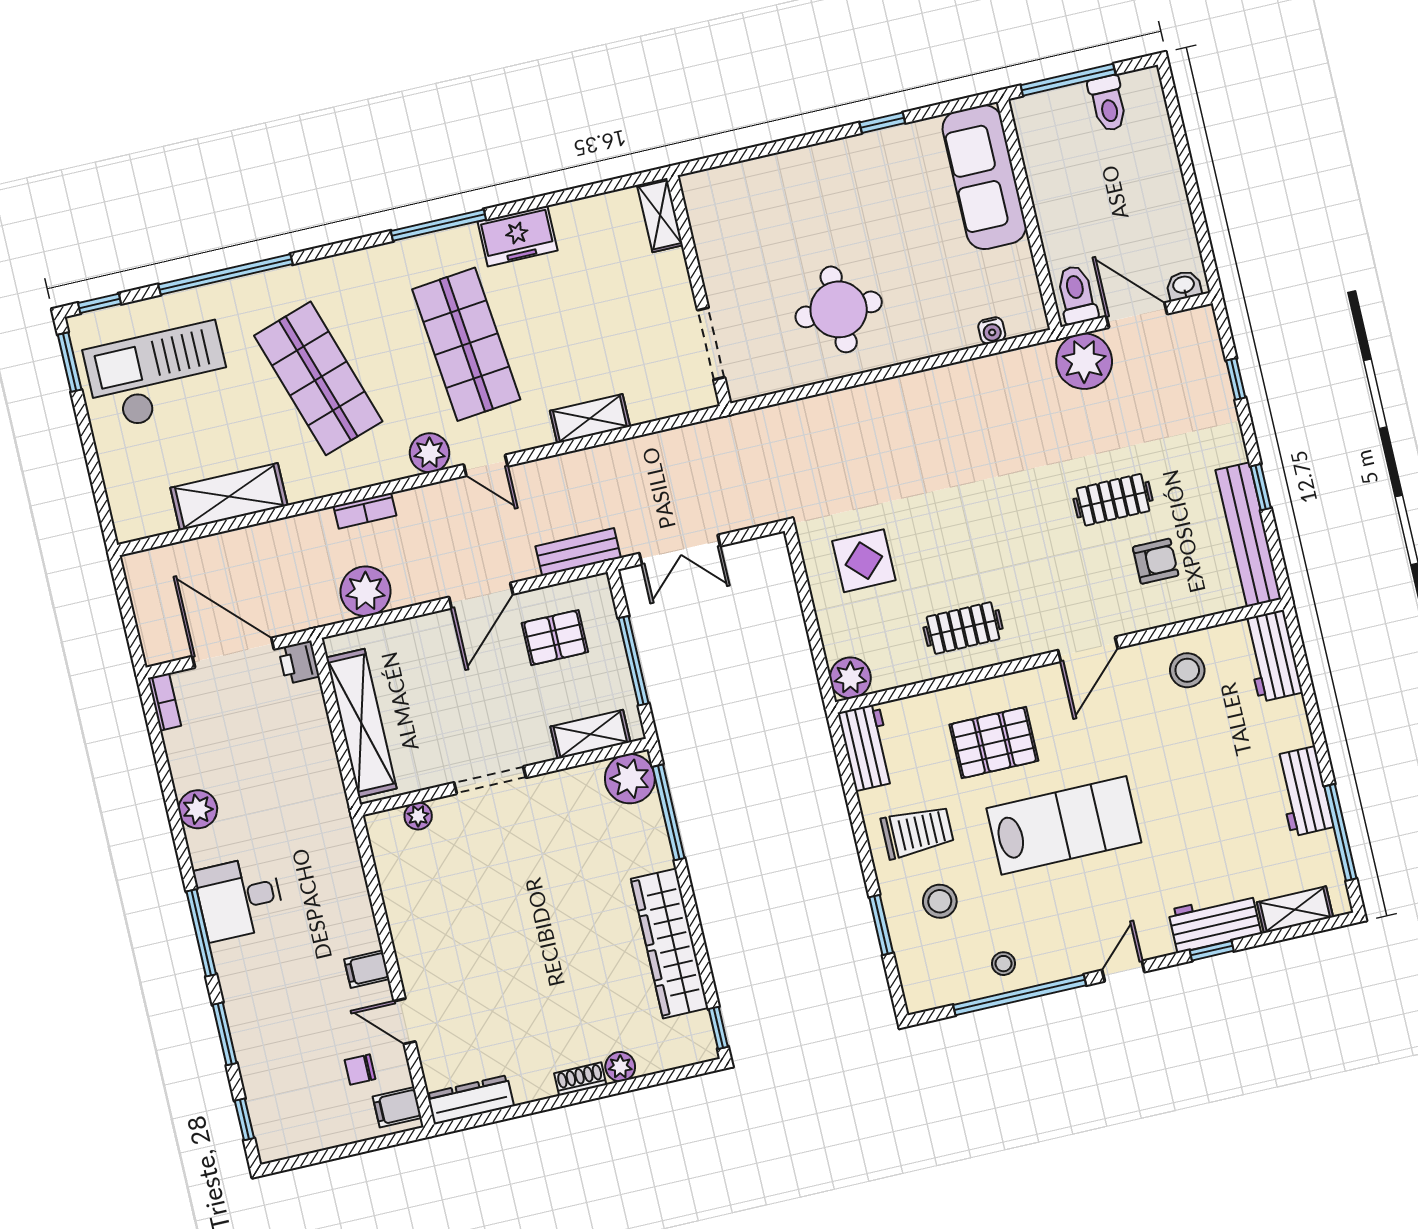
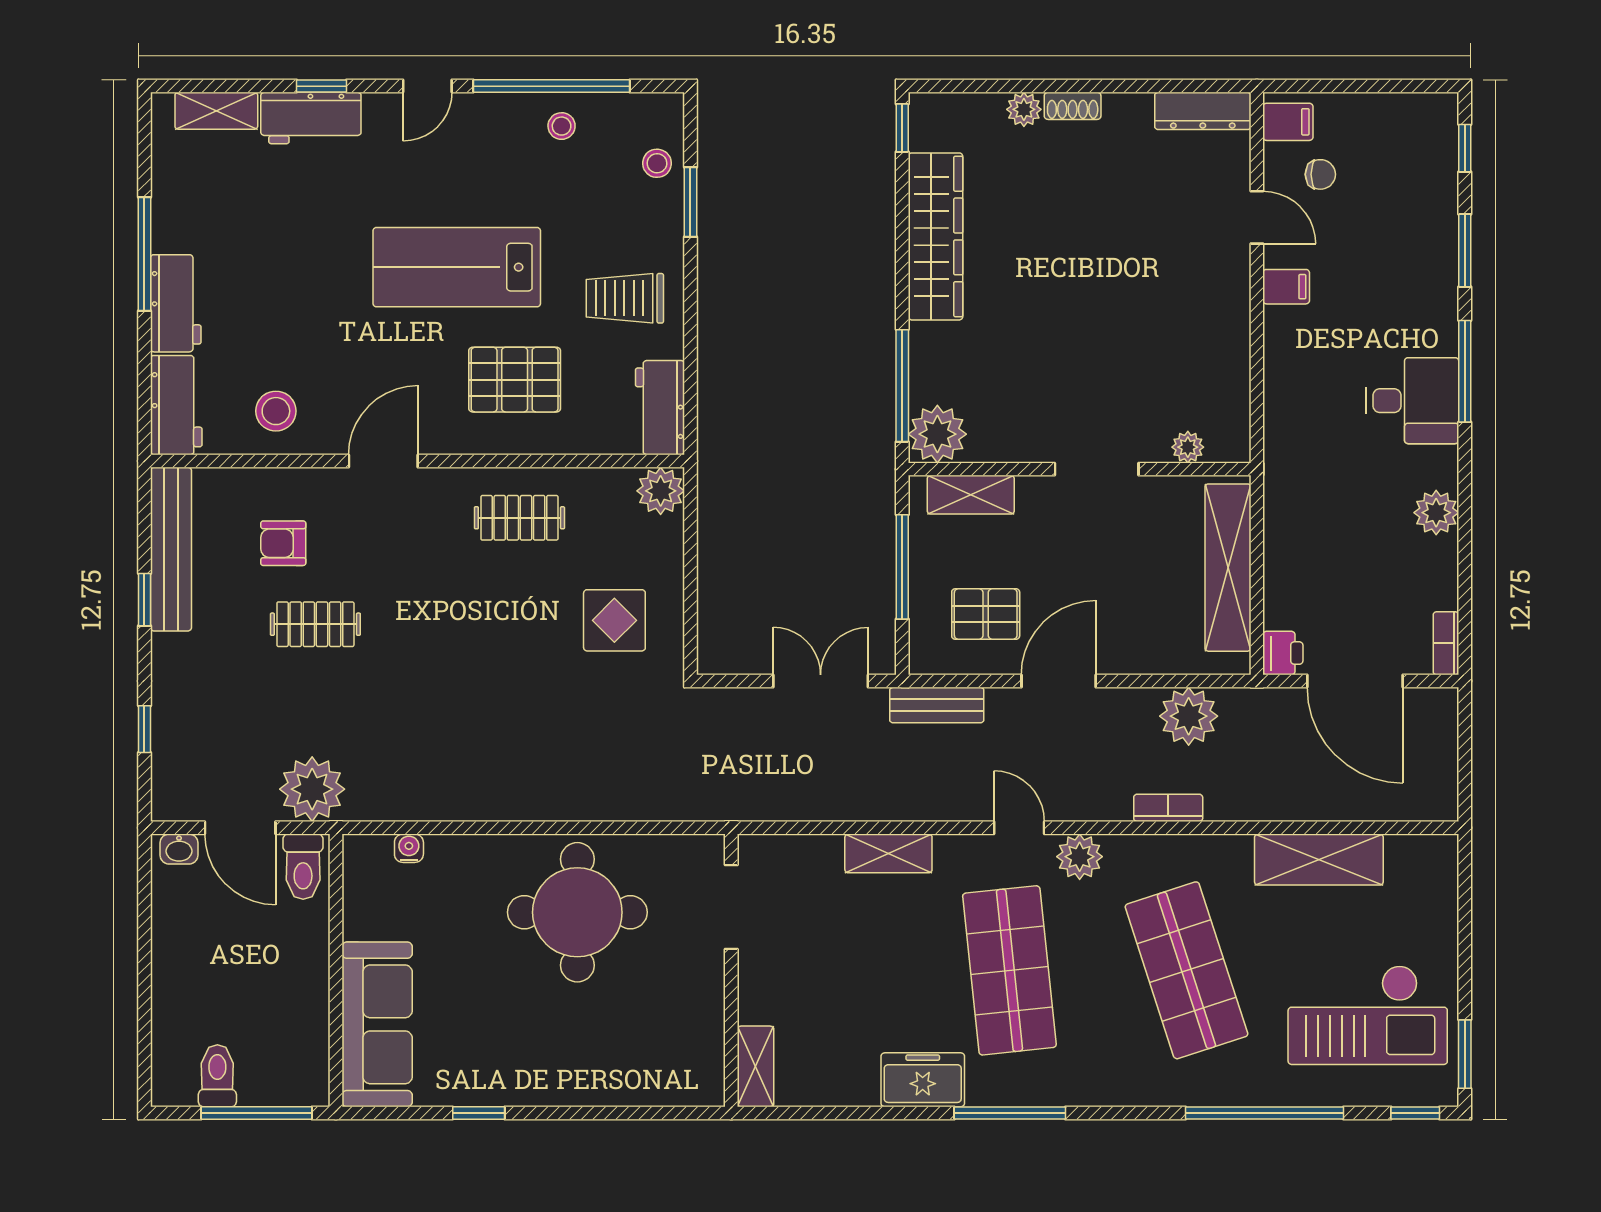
round table: (839, 309) -> (577, 912), width x1.36, depth x1.36
workbench: (1303, 791) -> (176, 303), moved
window: (1340, 832) -> (144, 254), moved
stool: (940, 901) -> (657, 163), moved, width x0.73, depth x0.73

